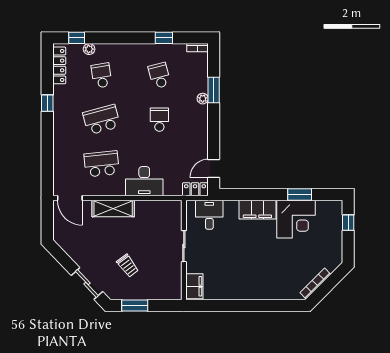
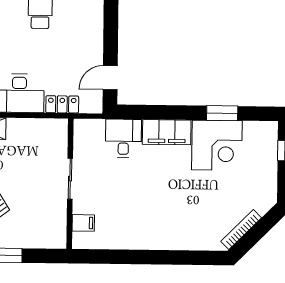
locker: (195, 189) -> (62, 104), moved
desk: (209, 215) -> (123, 138), moved
filing cabinet: (194, 286) -> (83, 223), width x0.50

